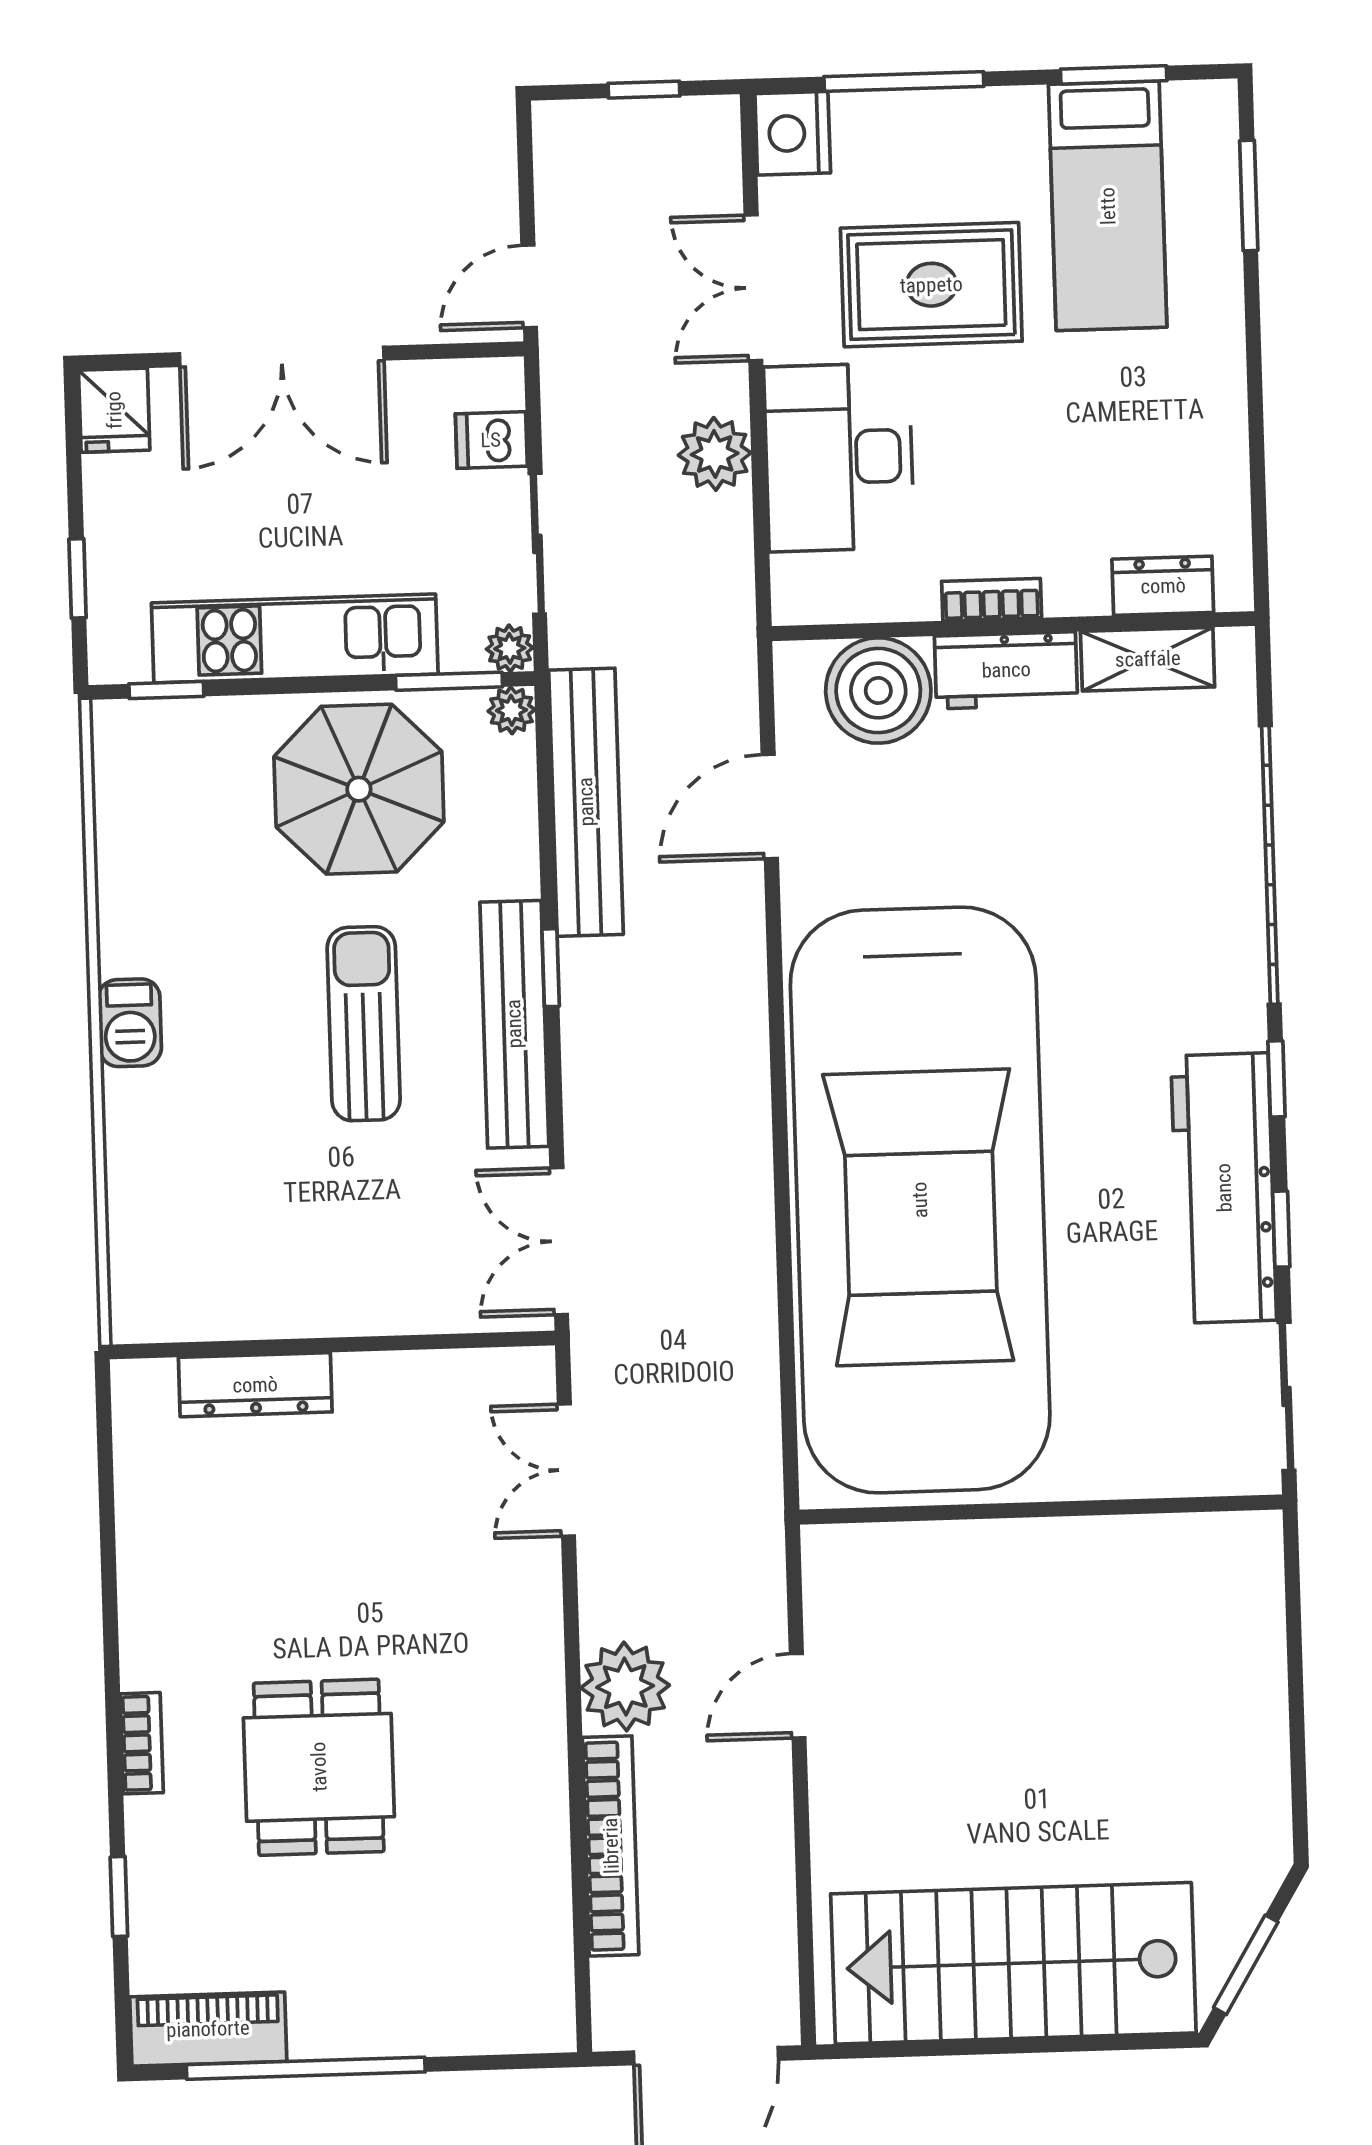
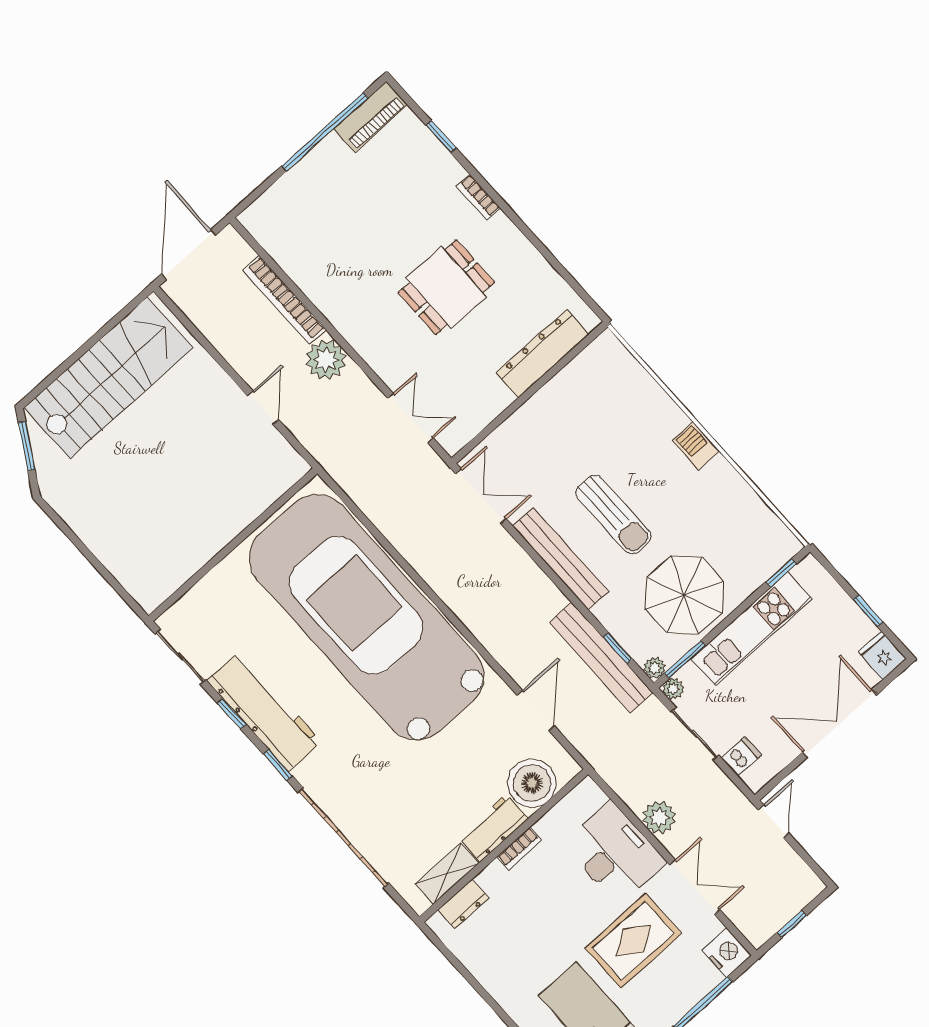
window: (78, 578) -> (868, 611), moved
window: (551, 968) -> (618, 648), moved
dresser: (255, 1385) -> (542, 354), width x1.37, depth x1.24
dining table: (319, 1767) -> (446, 287), moved, turned 90

